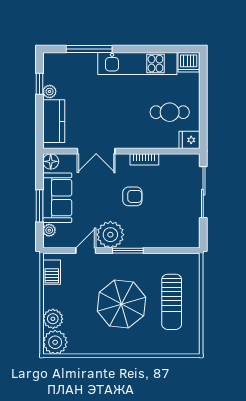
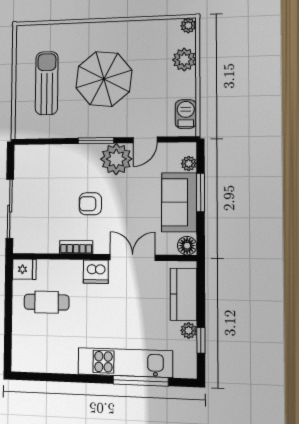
dishwasher: (189, 62) -> (96, 272), moved, turned 180
kitchen unit: (137, 64) -> (125, 363), moved
plant: (55, 342) -> (188, 25), width x0.53, depth x0.53

